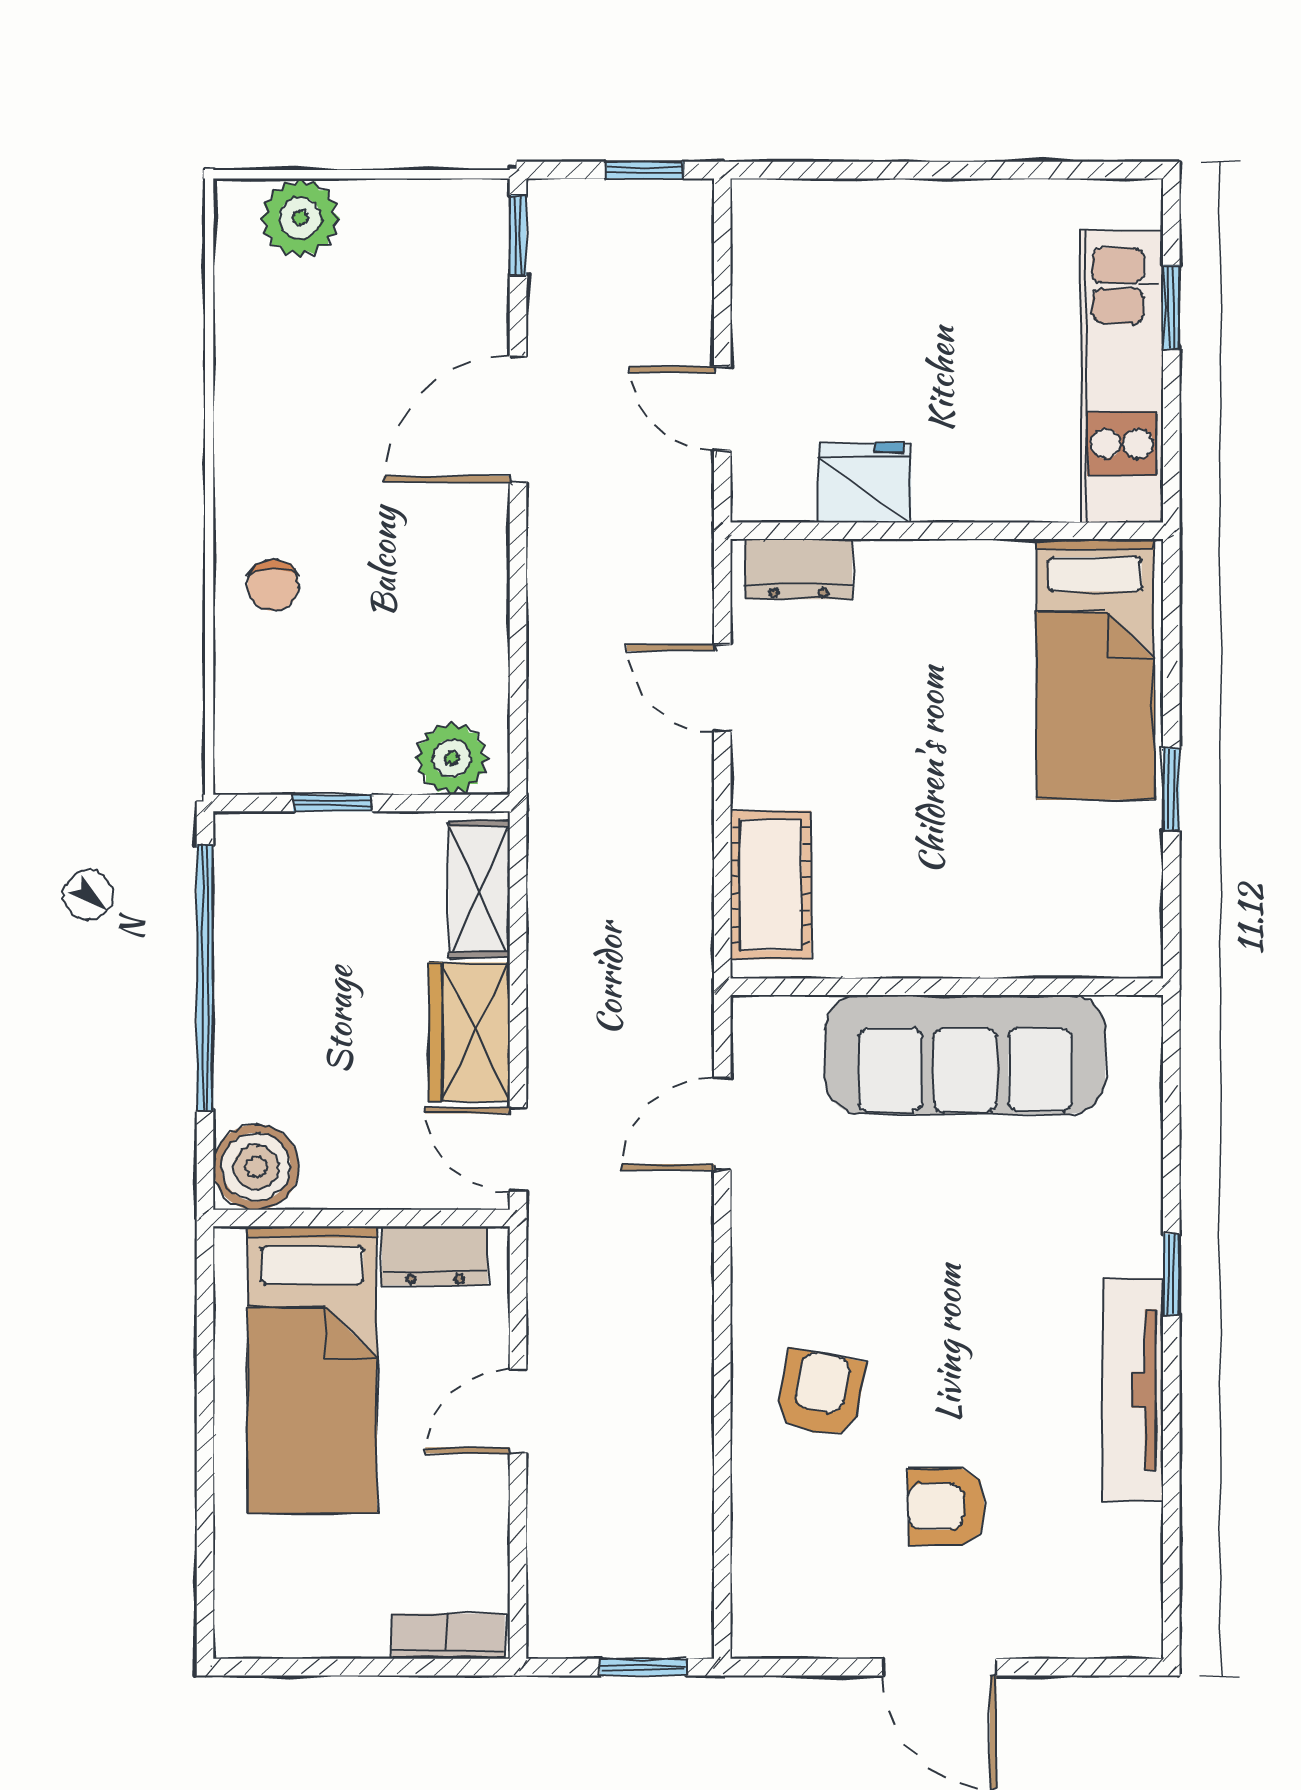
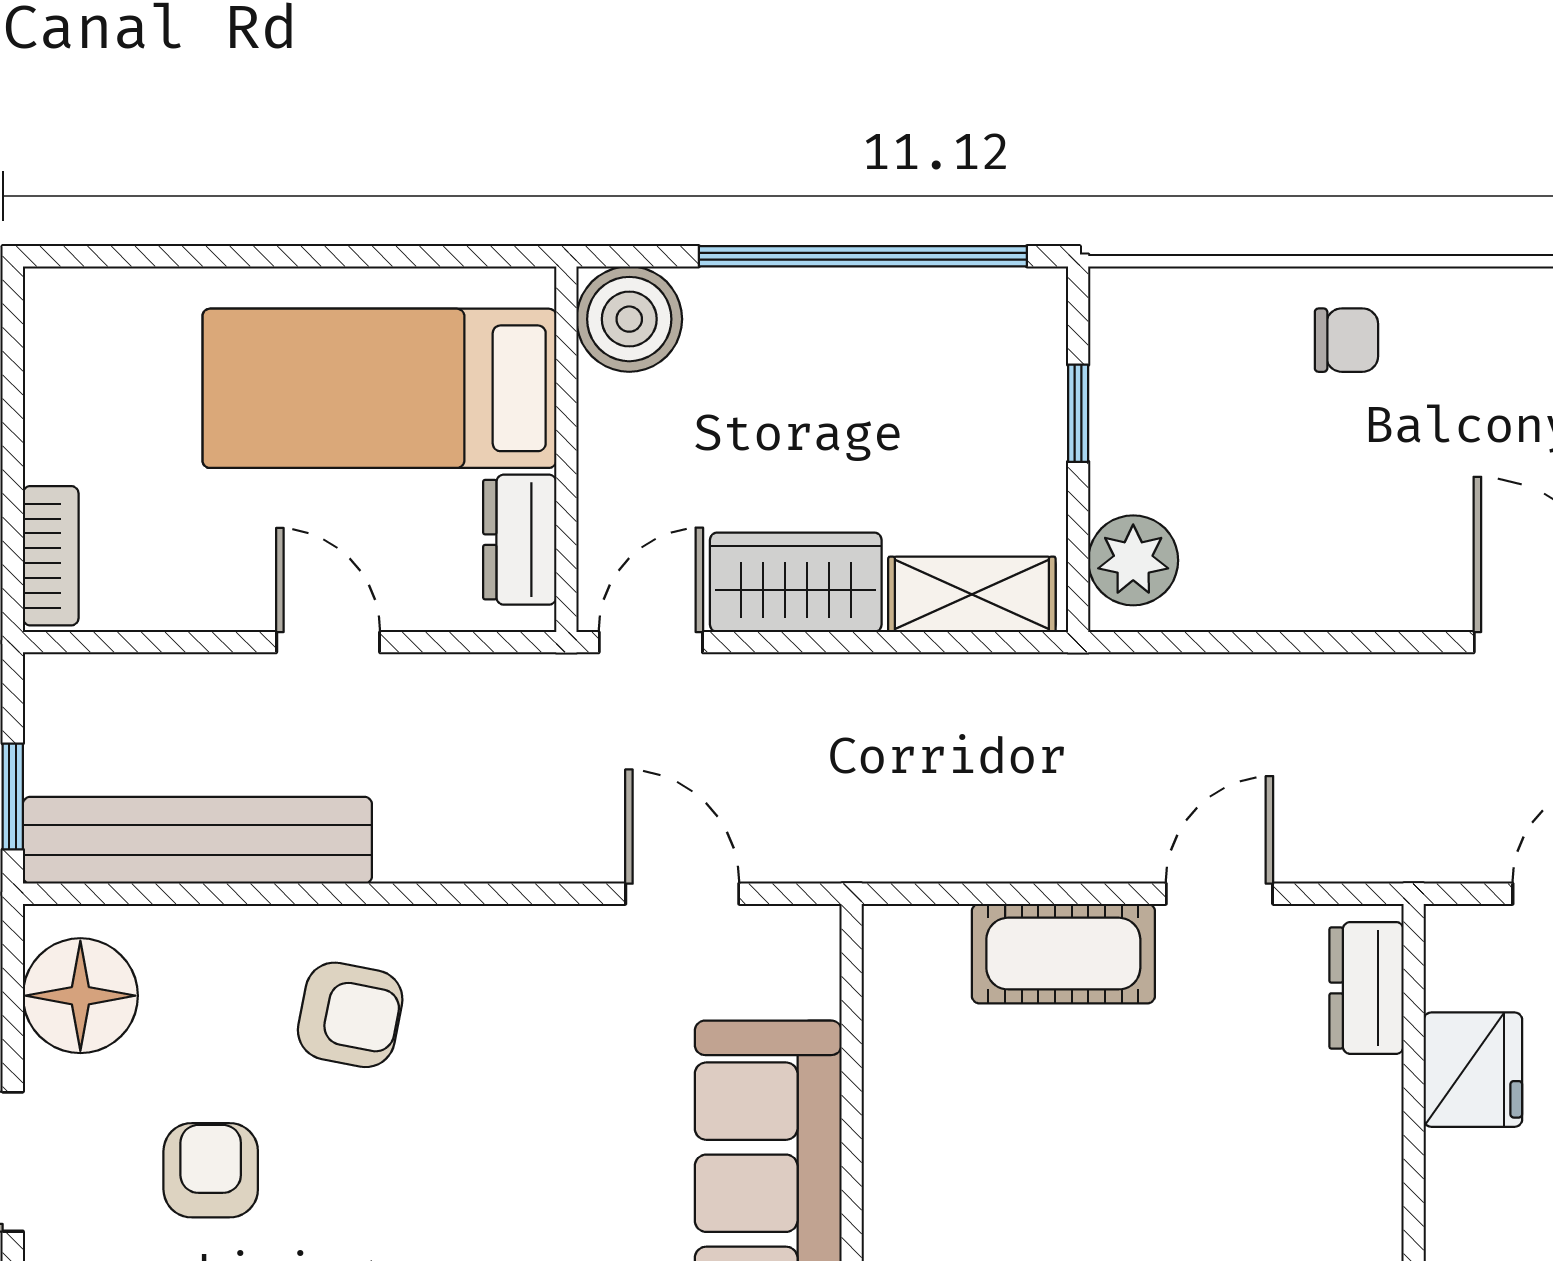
chair: (273, 585) -> (1346, 340), turned 180
cot: (771, 885) -> (1063, 954), moved
bench: (679, 1517) -> (197, 840), added
floor lamp: (805, 1612) -> (80, 996), added

